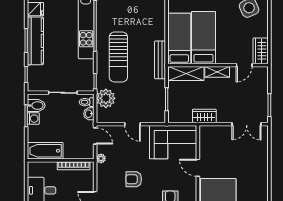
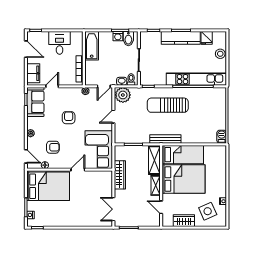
bed: (203, 38) -> (183, 179), width x1.50
wardrobe: (261, 51) -> (184, 221), moved
plant: (106, 98) -> (123, 95), moved
wardrobe: (204, 116) -> (120, 175), width x1.50

